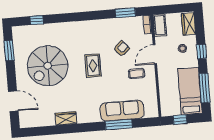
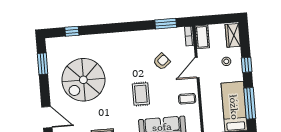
rug: (93, 66) -> (141, 94), moved
coffee table: (137, 74) -> (187, 99), moved

